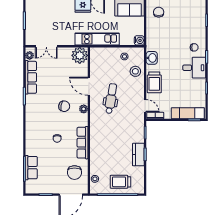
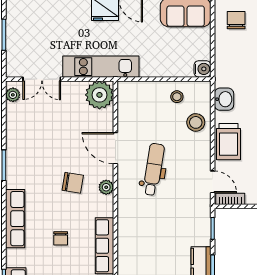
kitchen unit: (97, 39) -> (101, 67), moved
row of seats: (31, 77) -> (15, 219), moved

